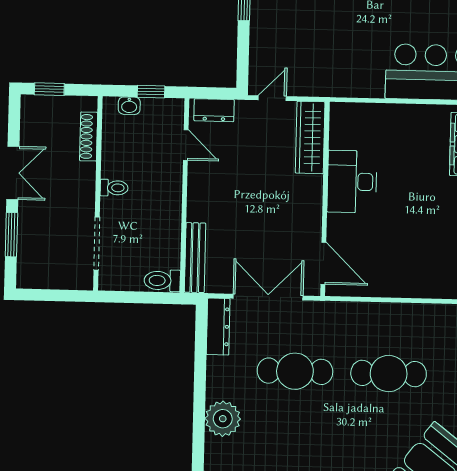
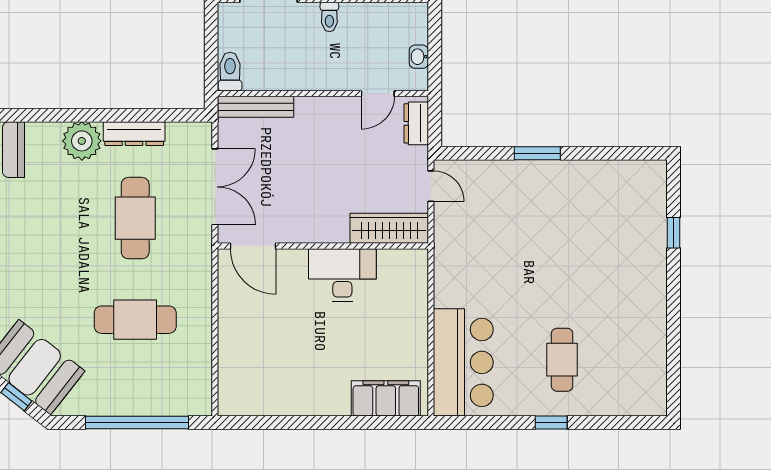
window: (151, 92) -> (435, 54), removed
washbasin: (129, 106) -> (419, 57), moved
door: (323, 263) -> (253, 246), hinge flipped
dresser: (218, 327) -> (134, 134), moved
cafe table: (389, 374) -> (135, 320), turned 90

